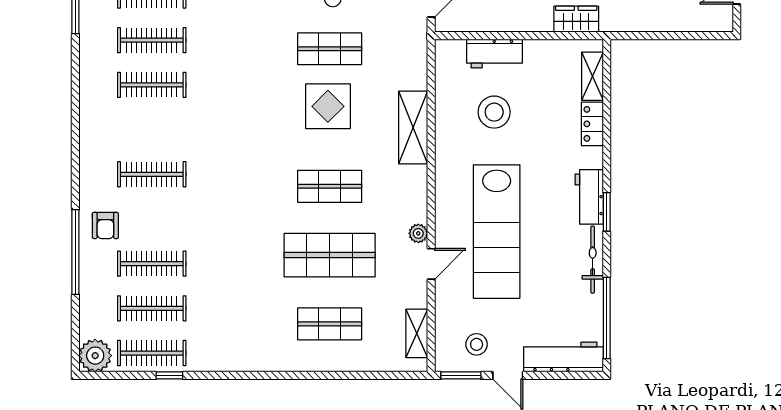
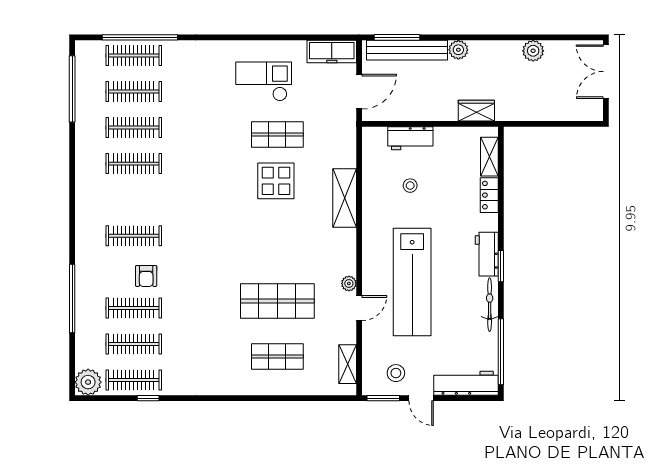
stool: (494, 112) -> (410, 186), width x0.53, depth x0.53
shop shelf: (330, 186) -> (277, 245), removed
armchair: (105, 225) -> (146, 276), moved

